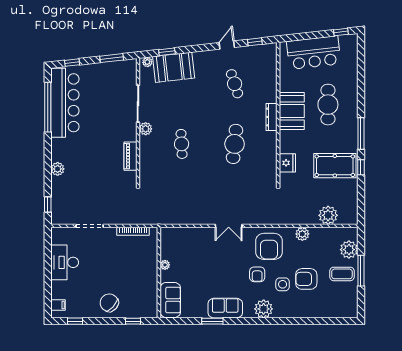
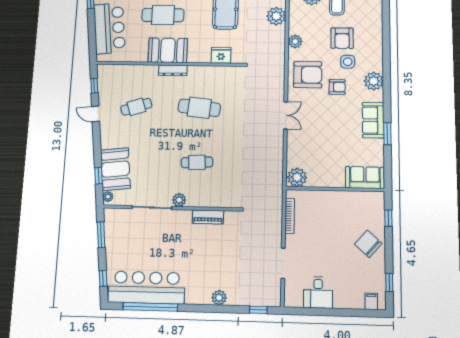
desk: (65, 262) -> (318, 292), width x0.73
plant: (165, 265) -> (297, 177), moved, width x1.88, depth x1.88
chair: (109, 303) -> (368, 244), turned 90

